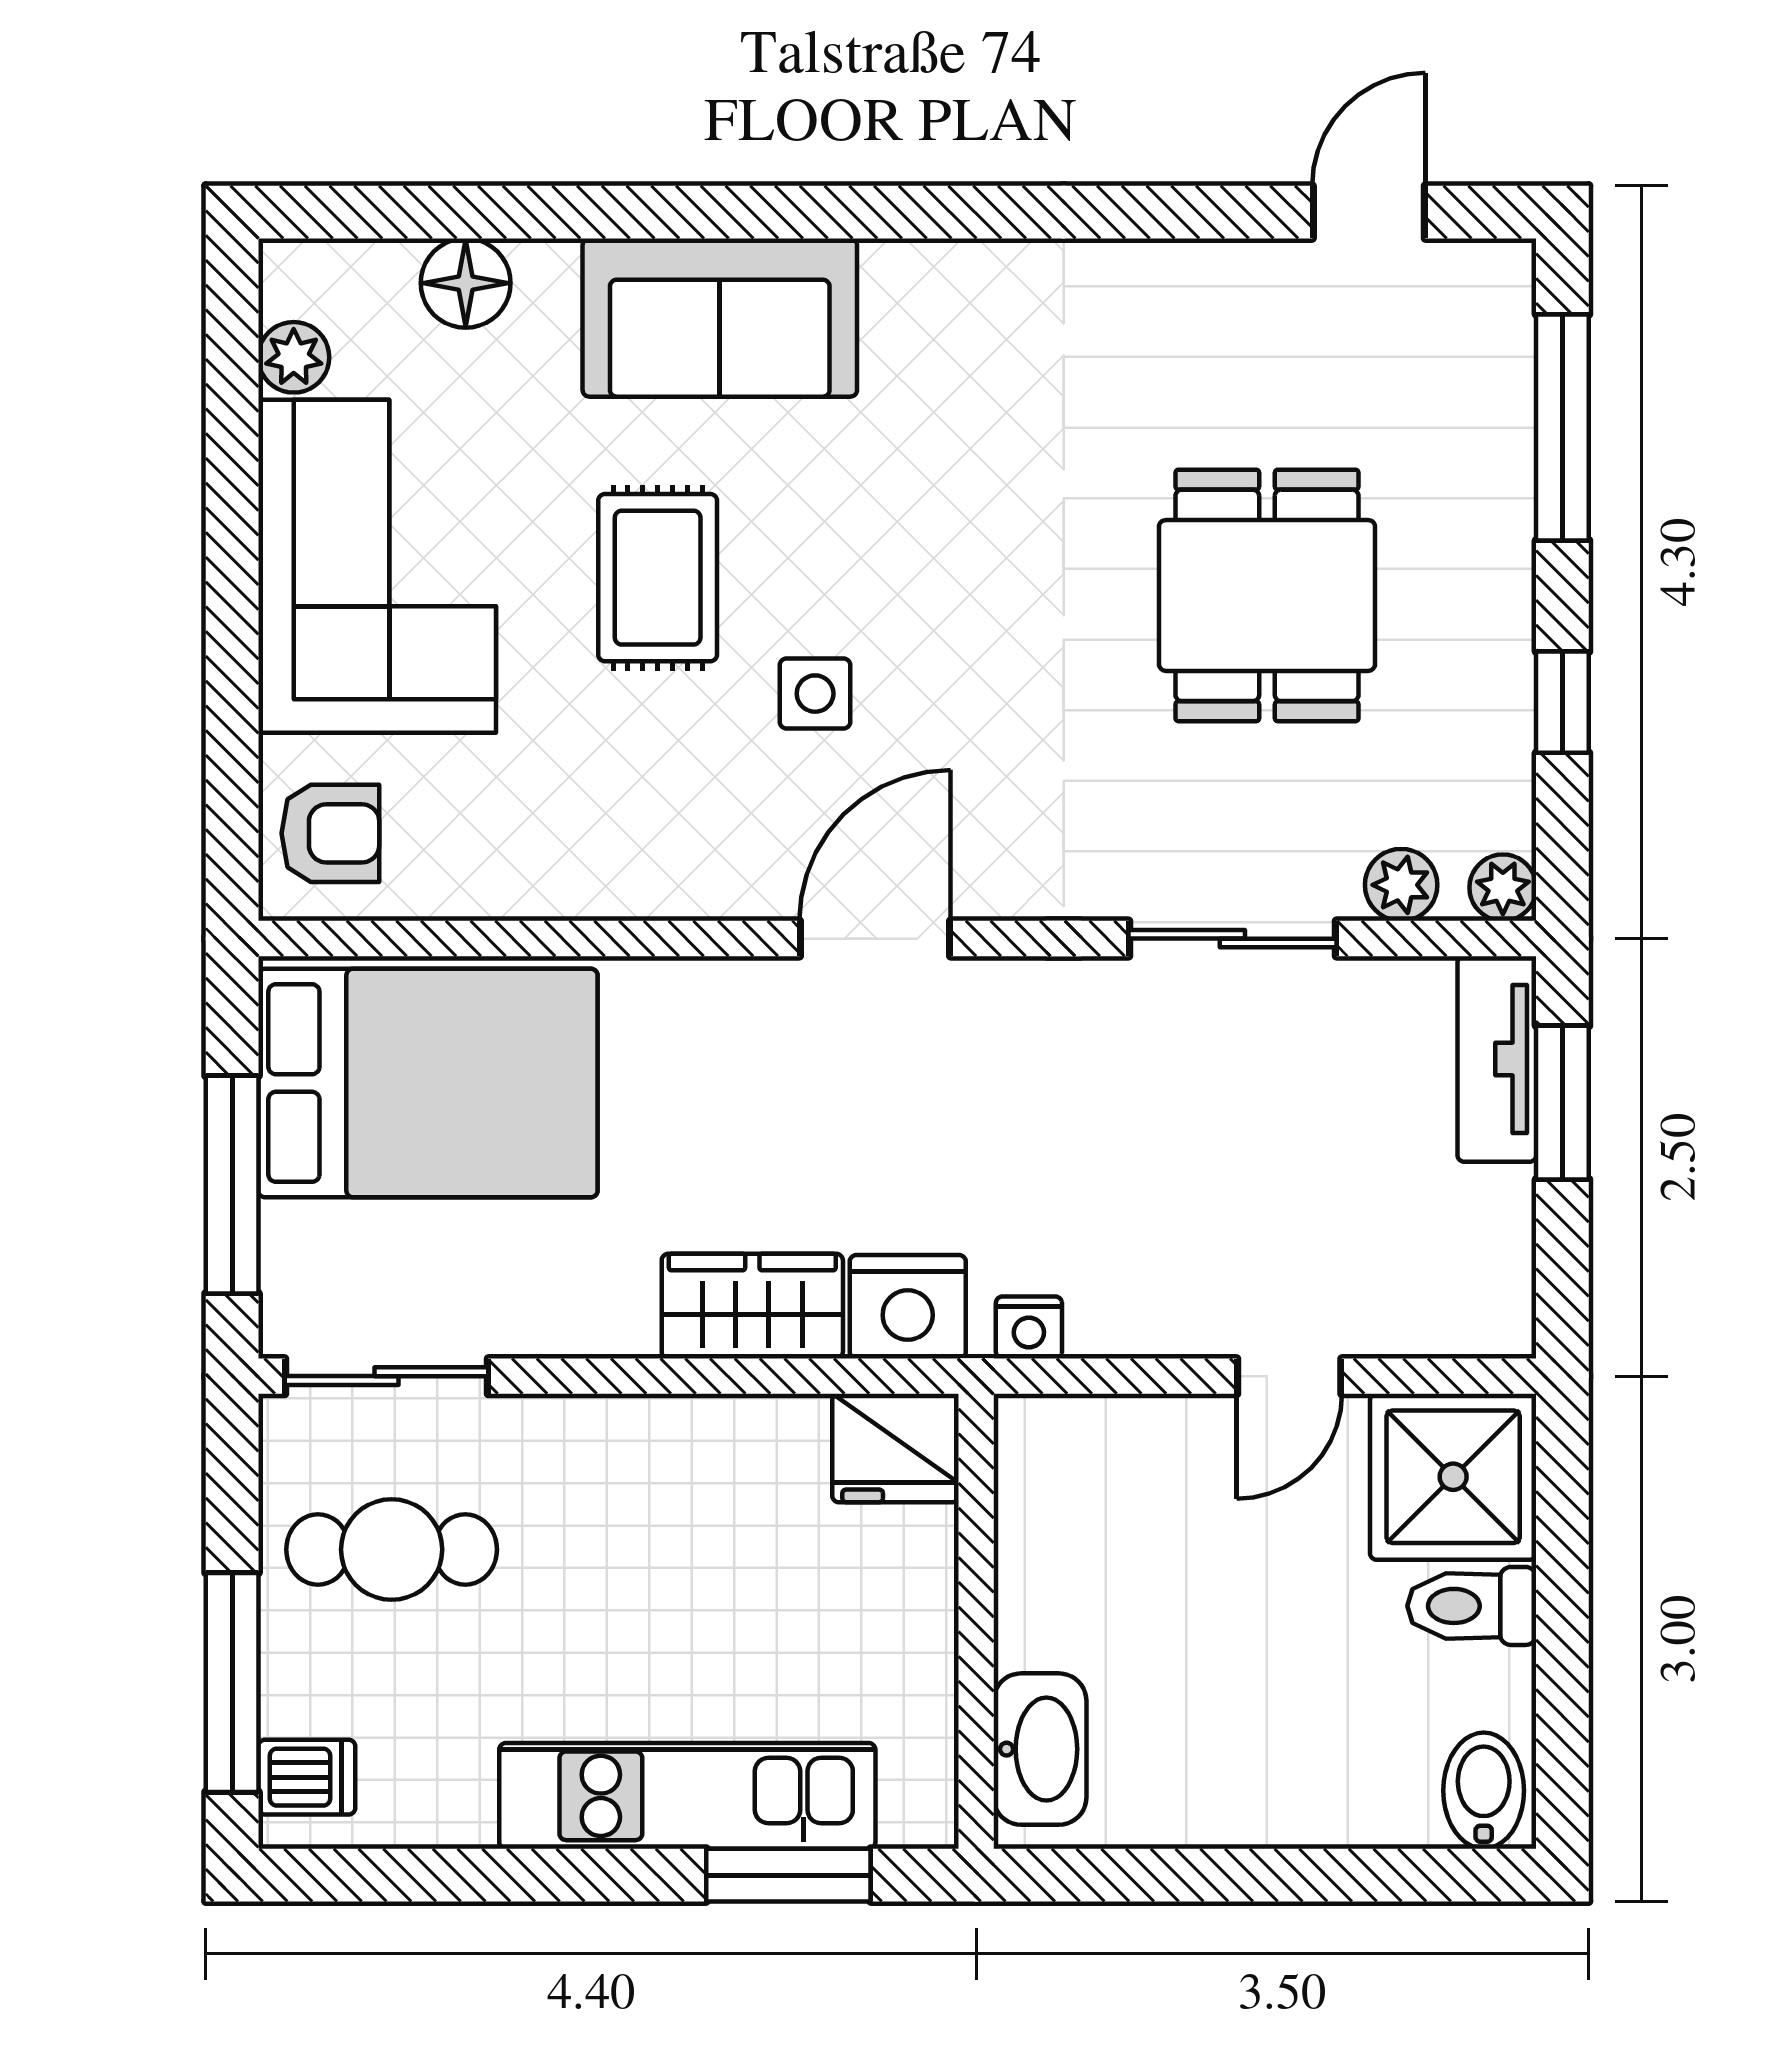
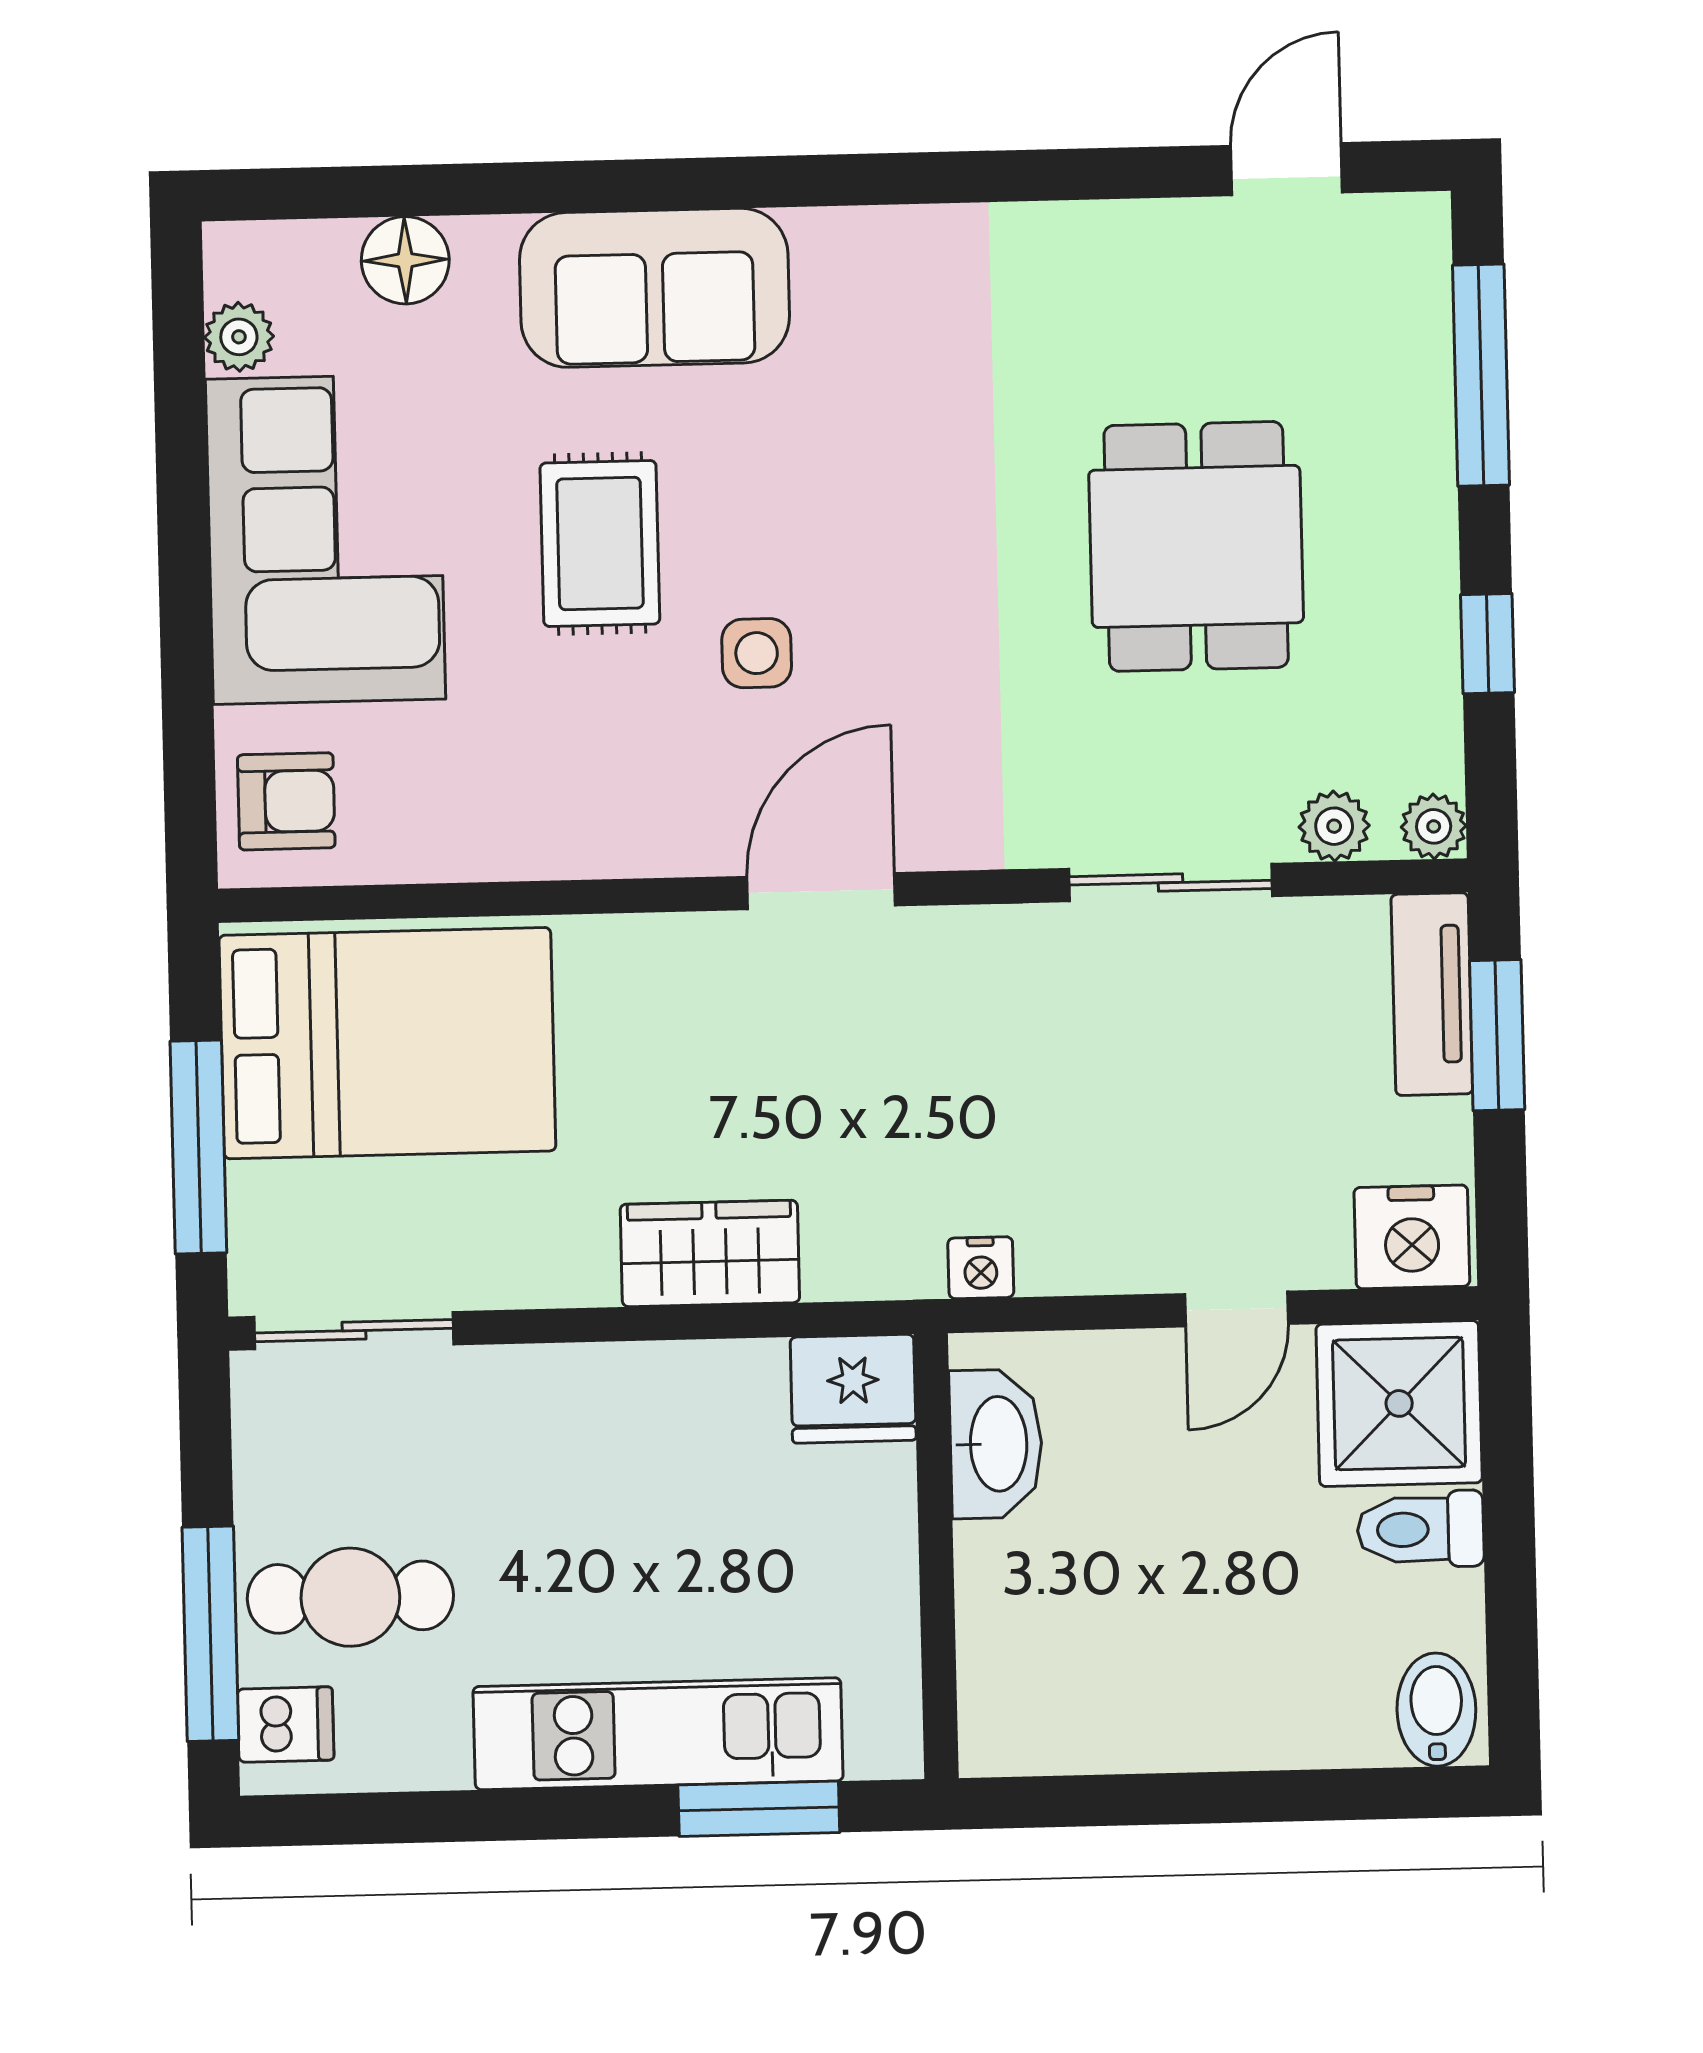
nightstand: (908, 1307) -> (1412, 1237), moved
cafe table: (392, 1550) -> (350, 1597), moved
washbasin: (1040, 1749) -> (996, 1444), moved

